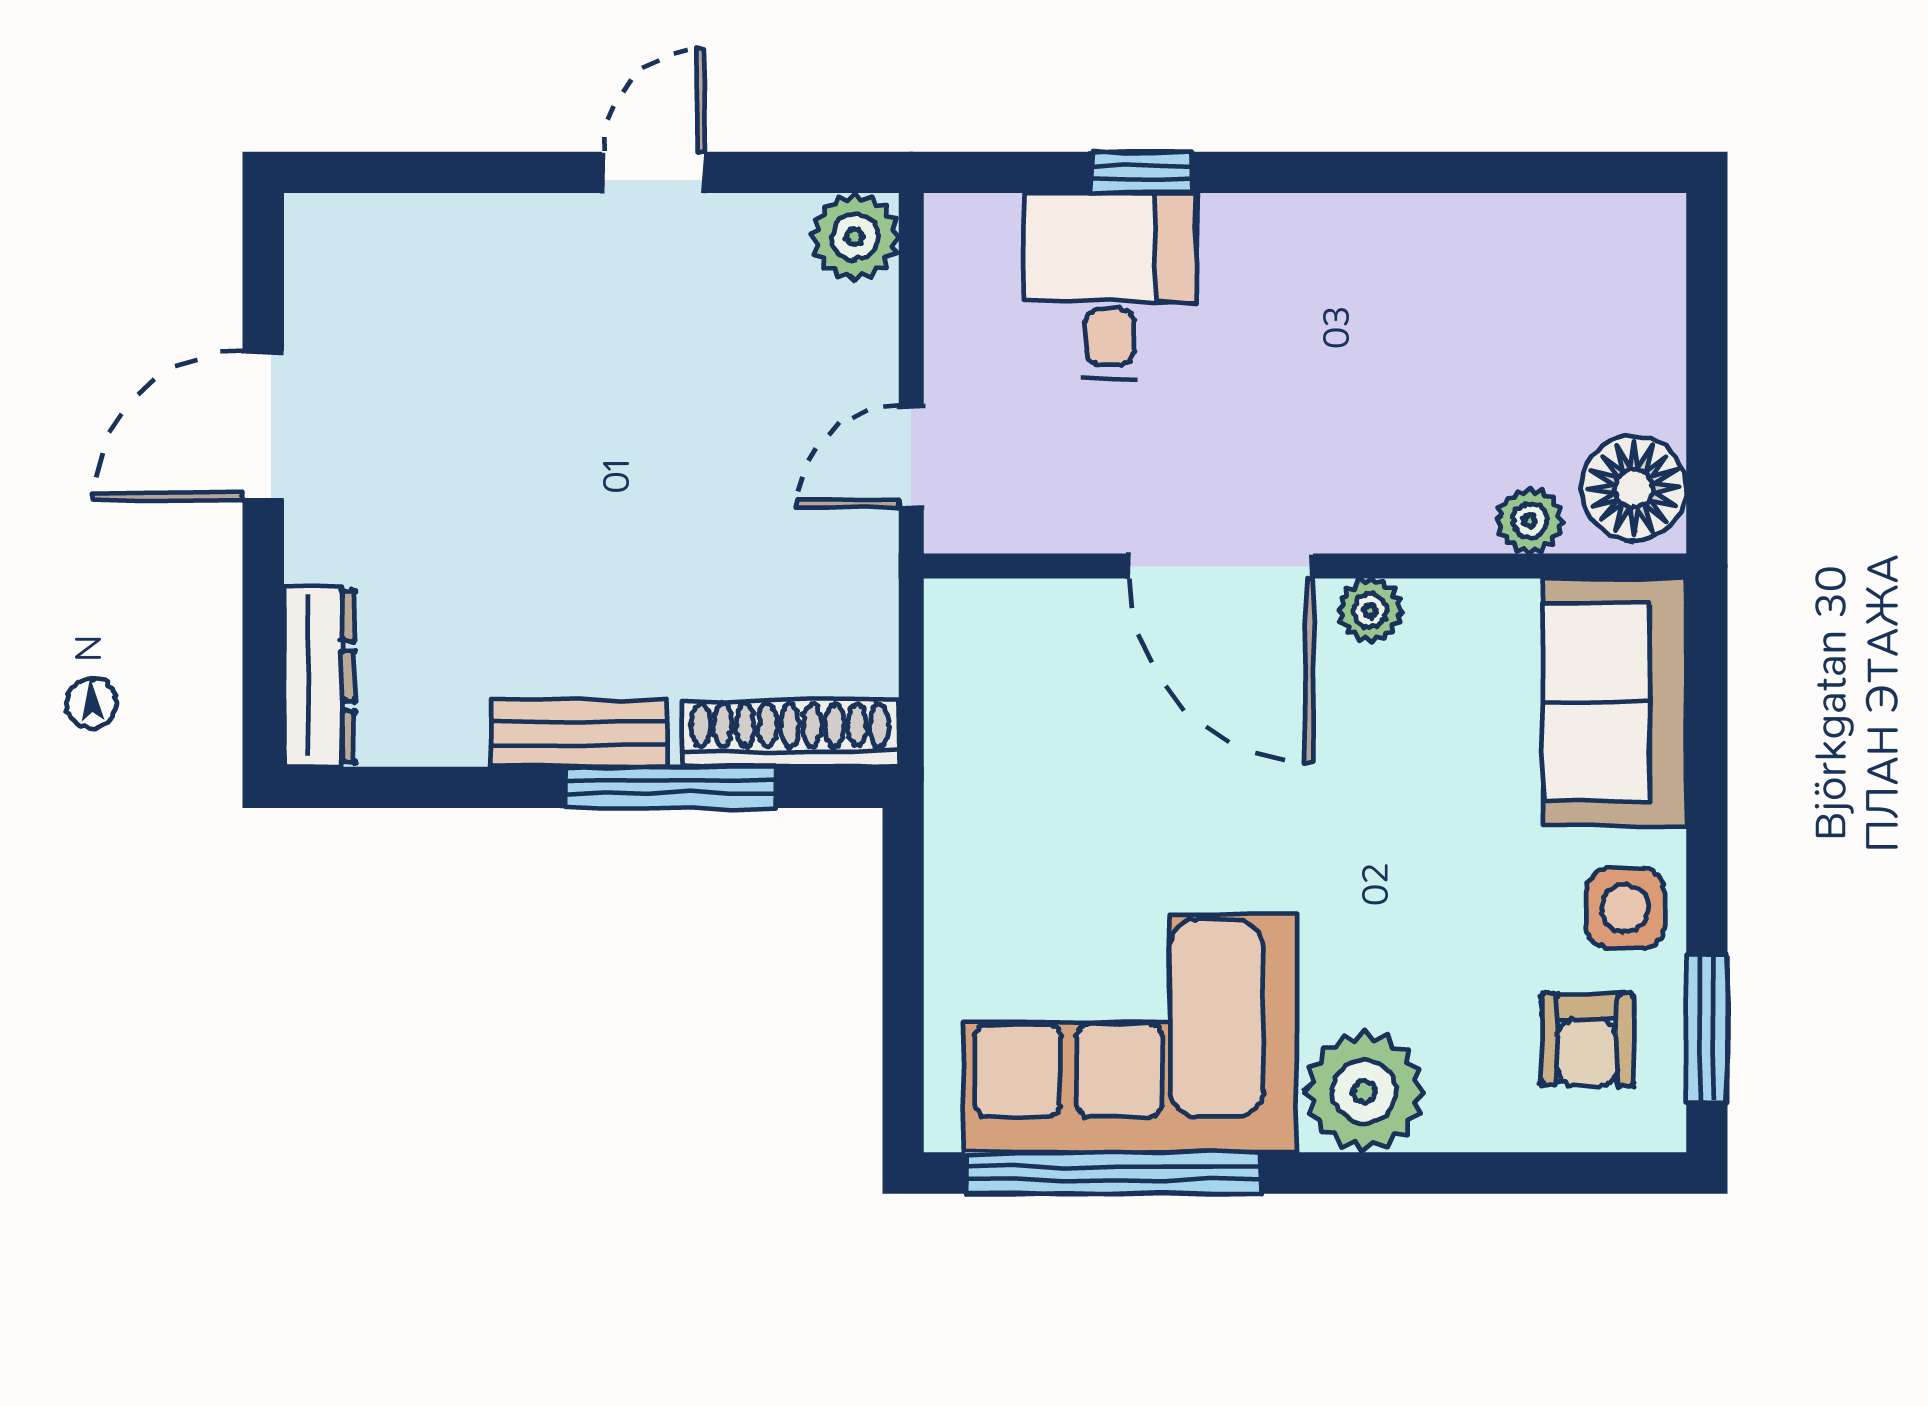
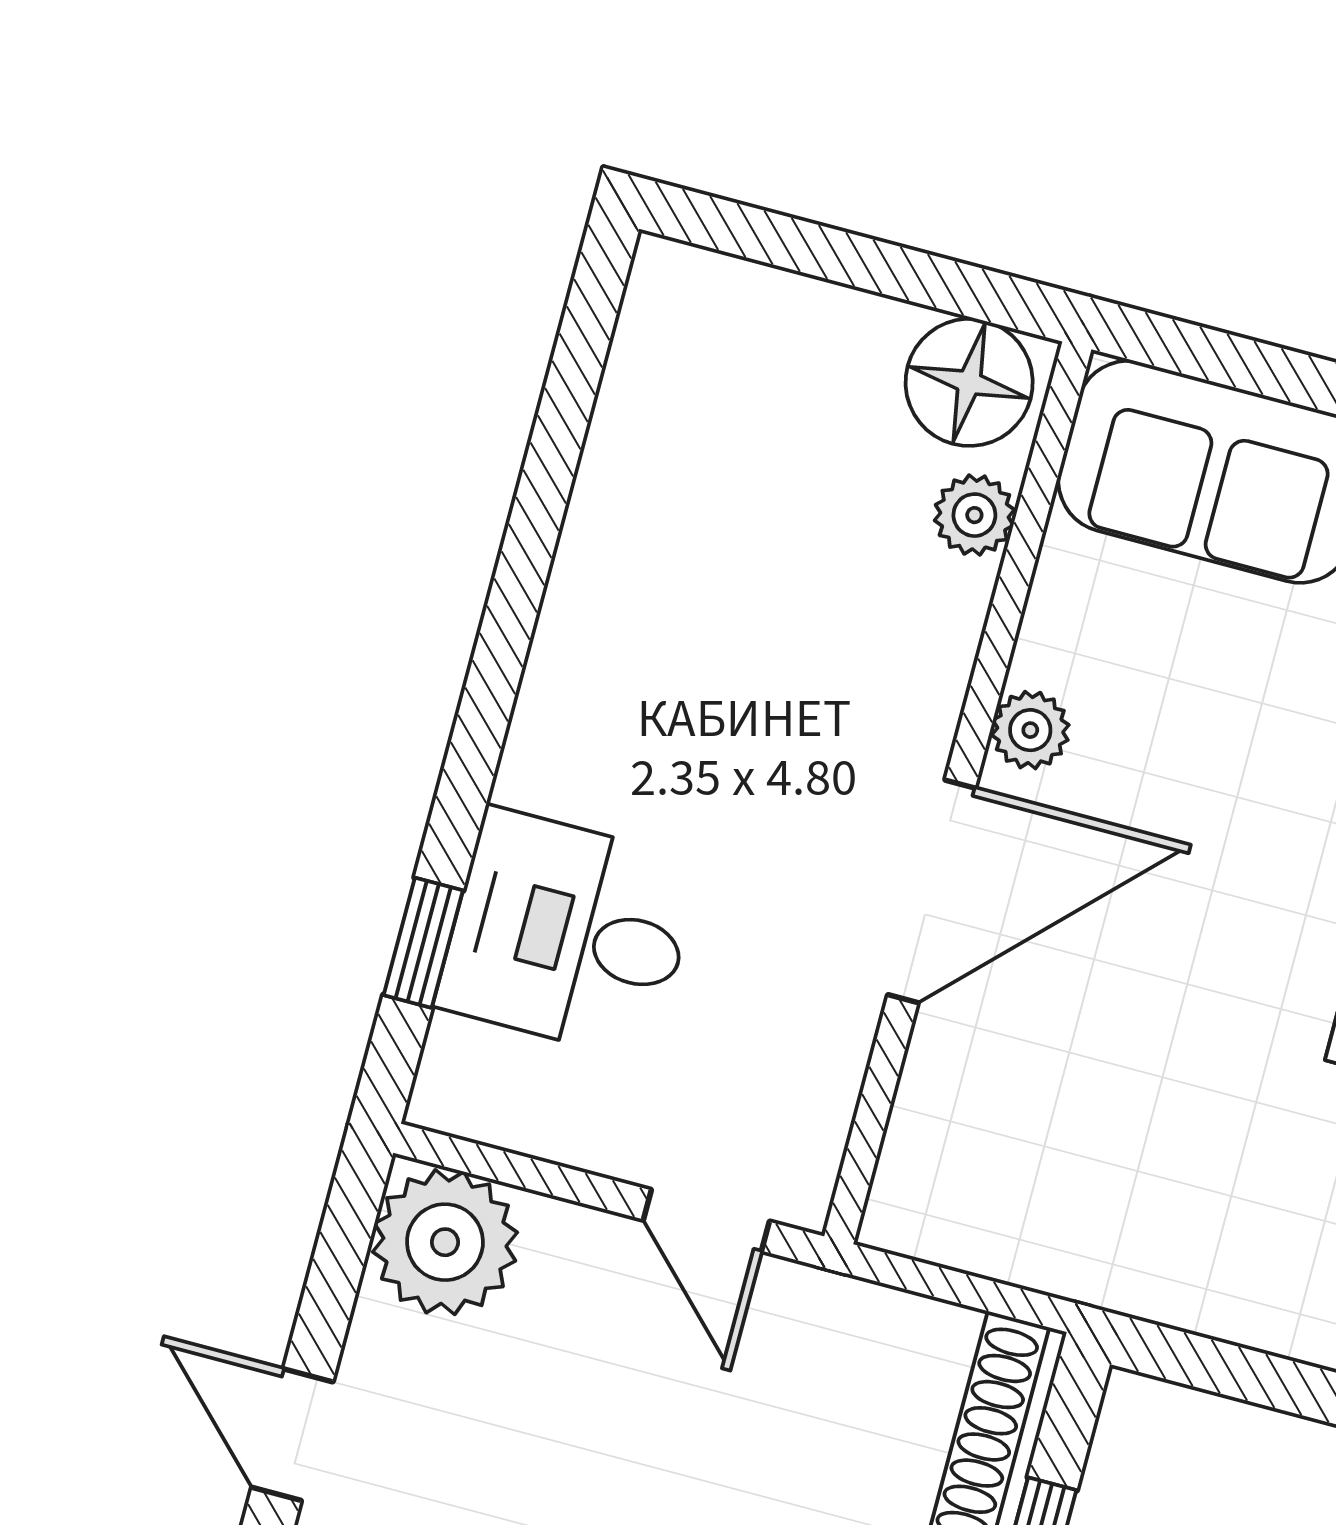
window: (1142, 172) -> (423, 943), moved
plant: (855, 237) -> (445, 1242), width x1.36, depth x1.36

